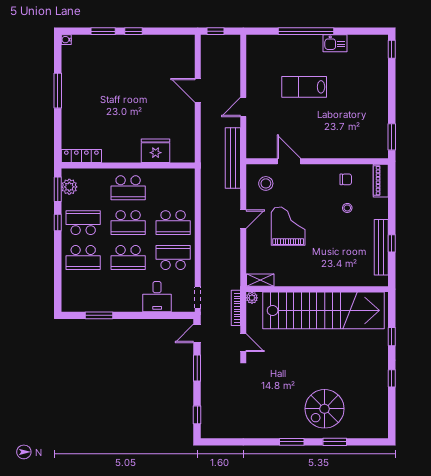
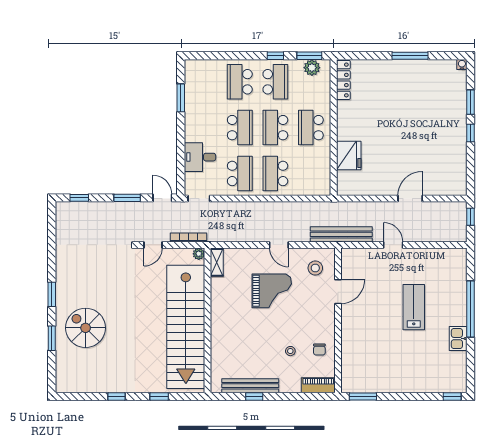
school desk: (128, 257) -> (240, 128), turned 180

